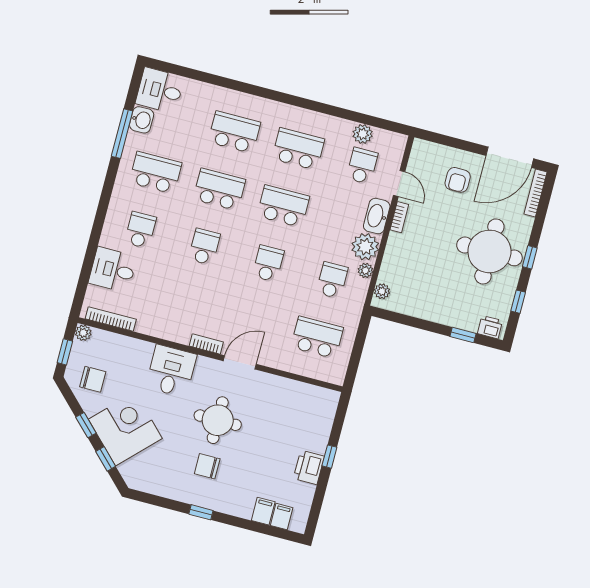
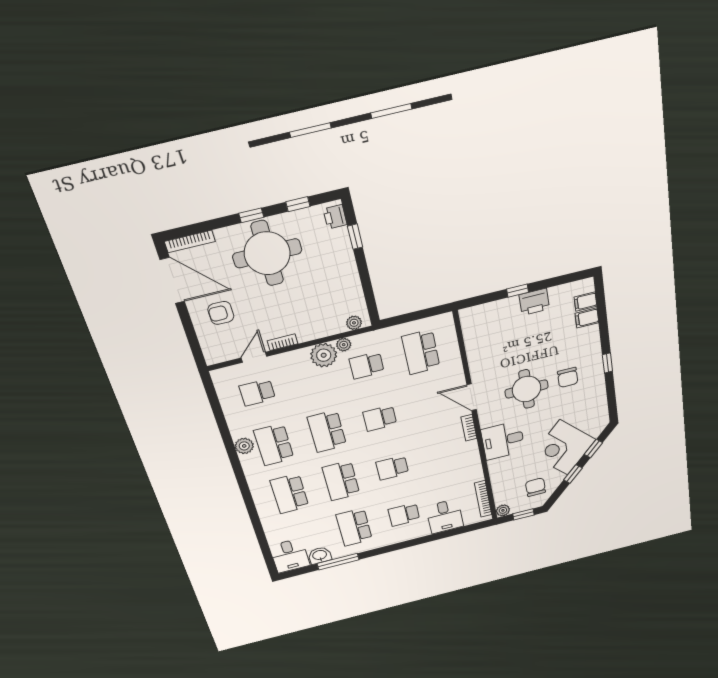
plant: (363, 134) -> (244, 446), moved
armchair: (458, 180) -> (221, 313), turned 180
washbasin: (377, 216) -> (292, 360), removed

